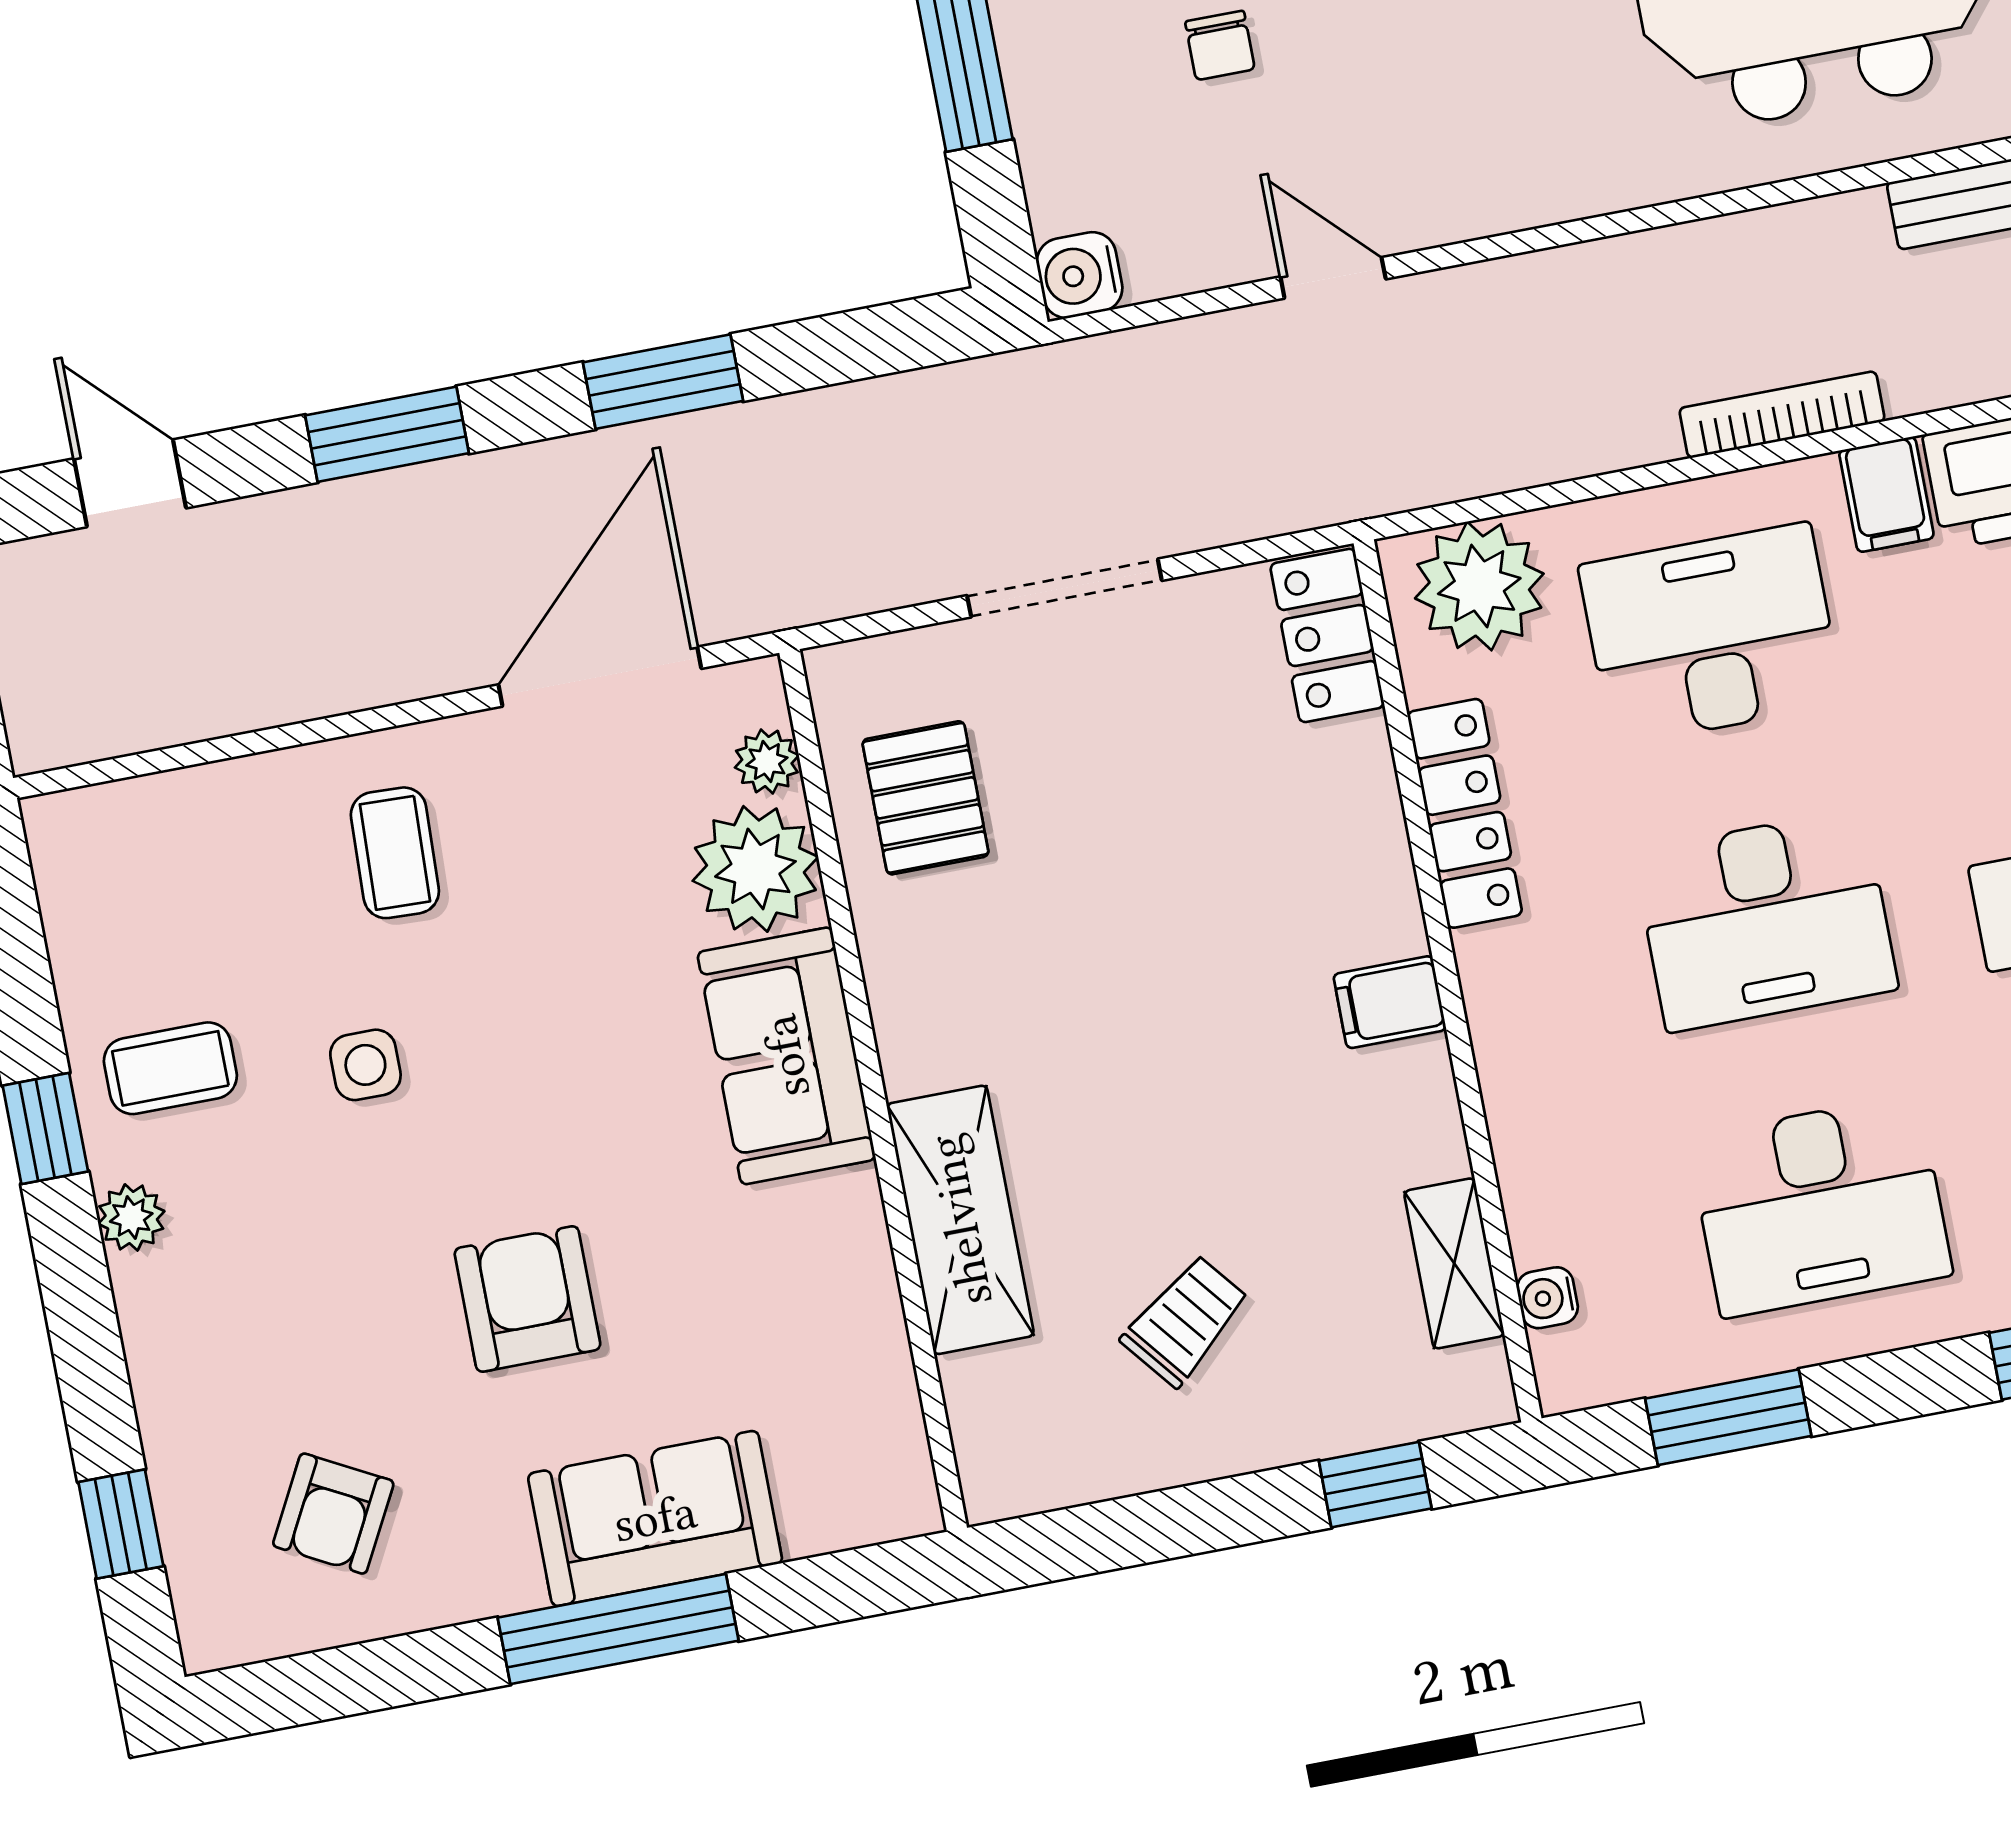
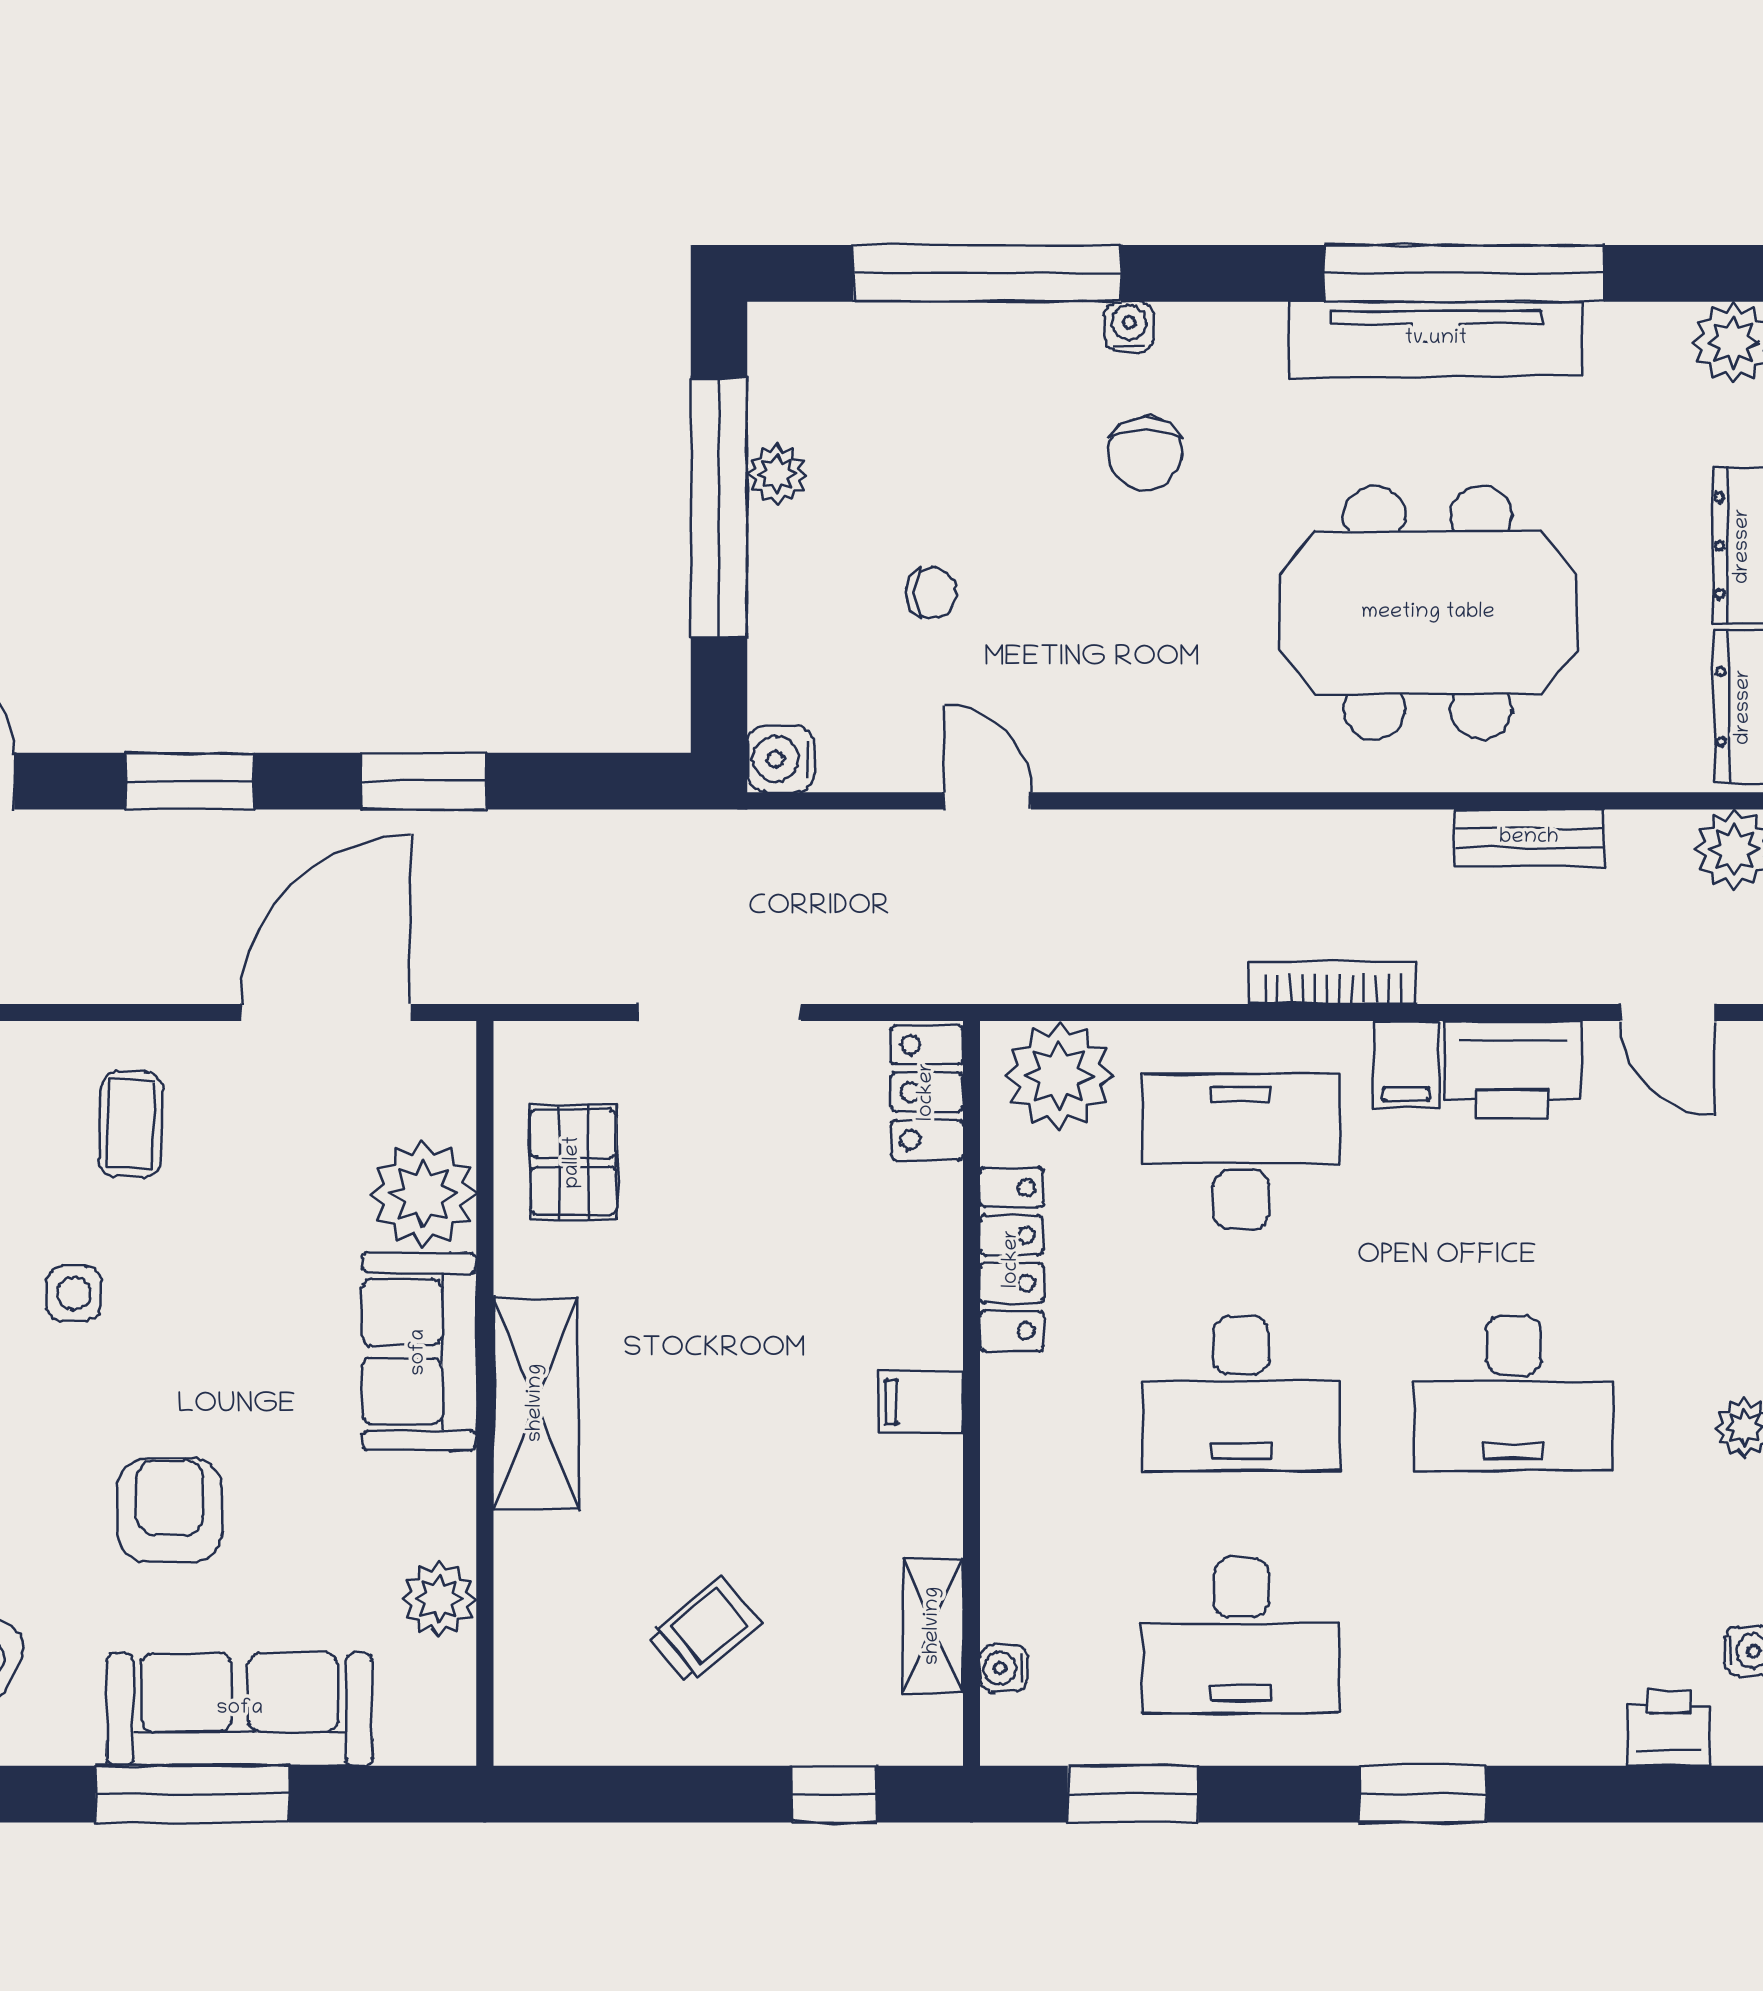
chair: (1220, 45) -> (931, 593), turned -90
plant: (767, 761) -> (439, 1599), moved, width x1.38, depth x1.38
shelving: (960, 1220) -> (536, 1403), moved
sofa: (655, 1518) -> (240, 1709), width x1.36

